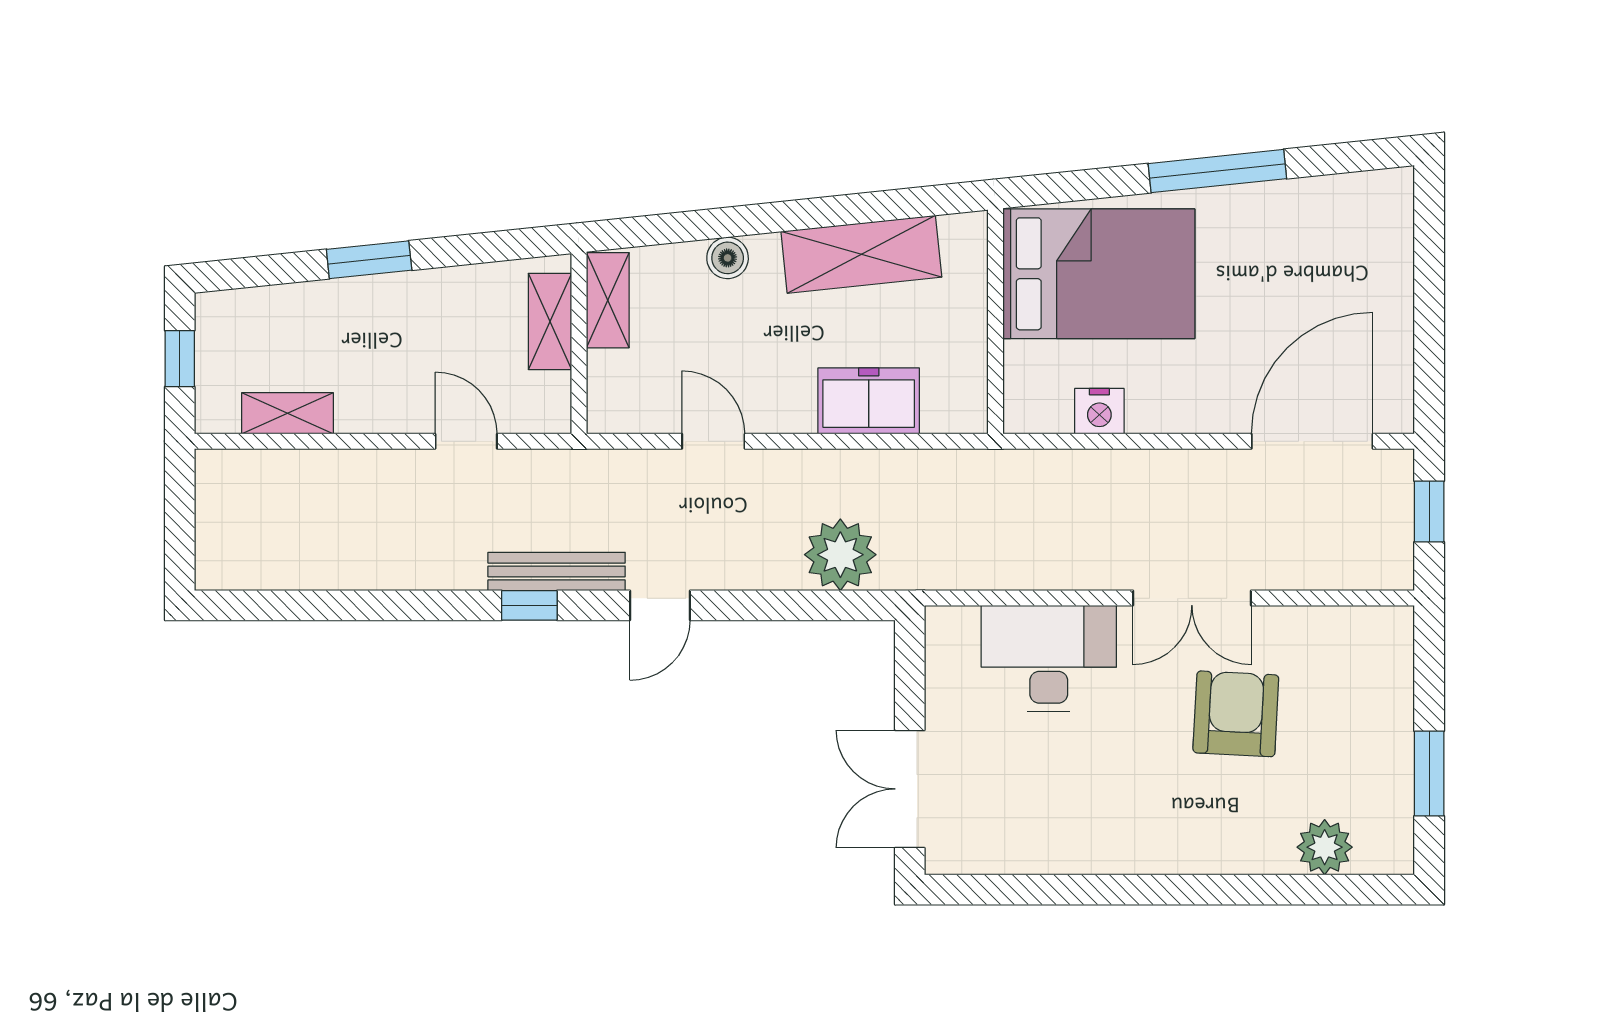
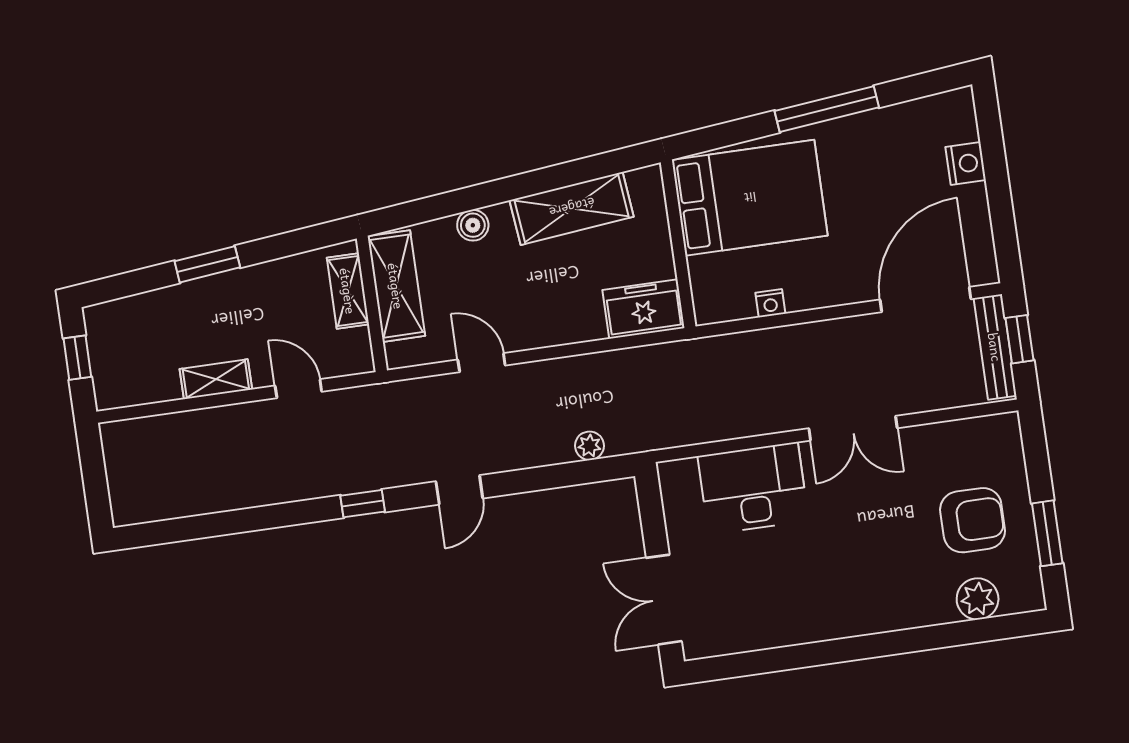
nightstand: (1391, 269) -> (966, 163), added
shelving: (608, 300) -> (396, 286), width x1.50, depth x1.33
freezer: (869, 401) -> (643, 309), moved
nightstand: (1099, 411) -> (770, 303), width x0.72, depth x0.74
shelving: (287, 413) -> (216, 379), moved
plant: (840, 555) -> (589, 446), width x0.53, depth x0.53
bench: (557, 571) -> (995, 347), moved, turned 90
armchair: (1236, 714) -> (973, 520), moved, turned 87

